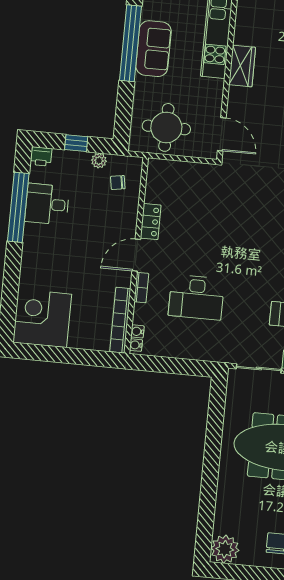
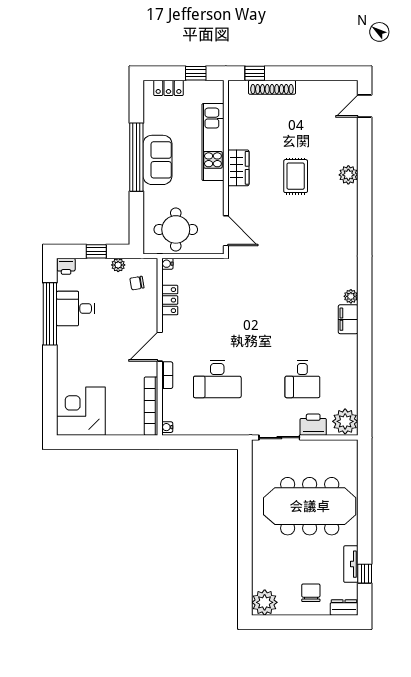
locker: (151, 222) -> (170, 300), moved
water cooler: (137, 331) -> (167, 264), moved

